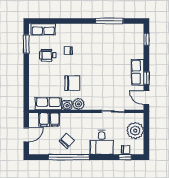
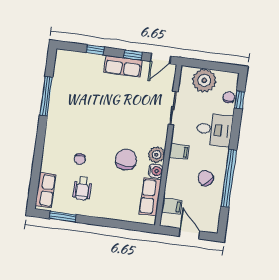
window: (146, 39) -> (95, 50), moved
filing cabinet: (55, 120) -> (179, 152), moved

